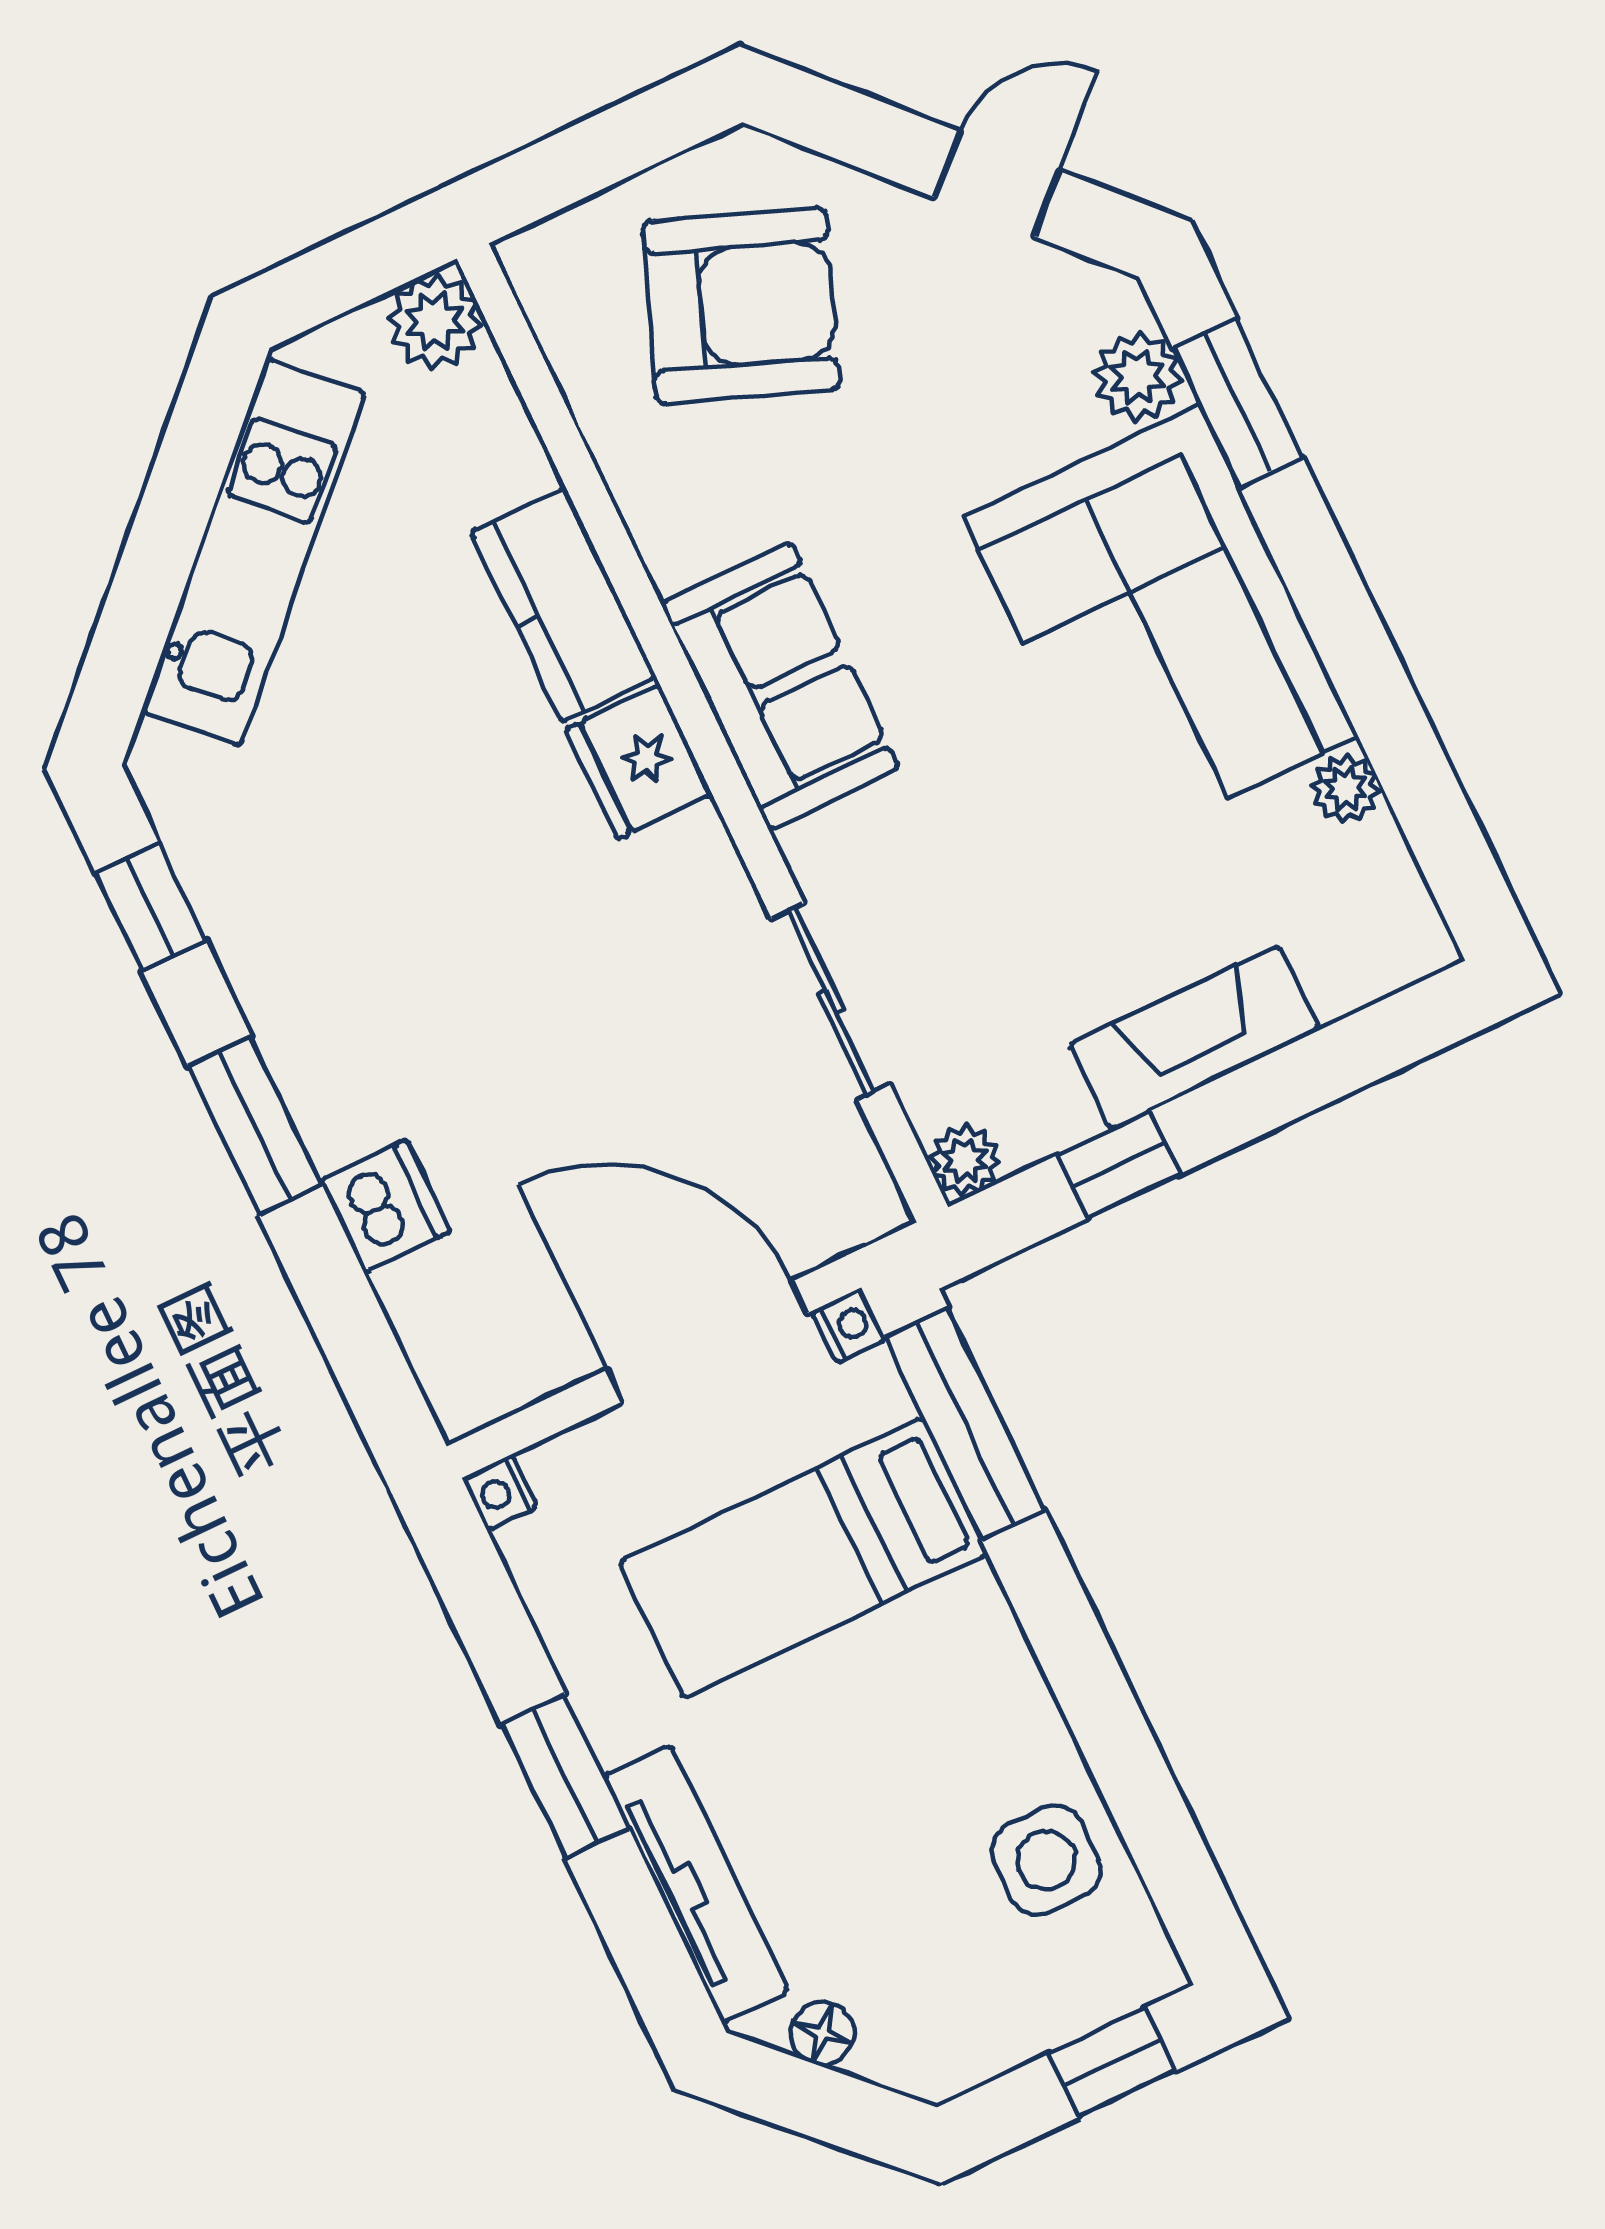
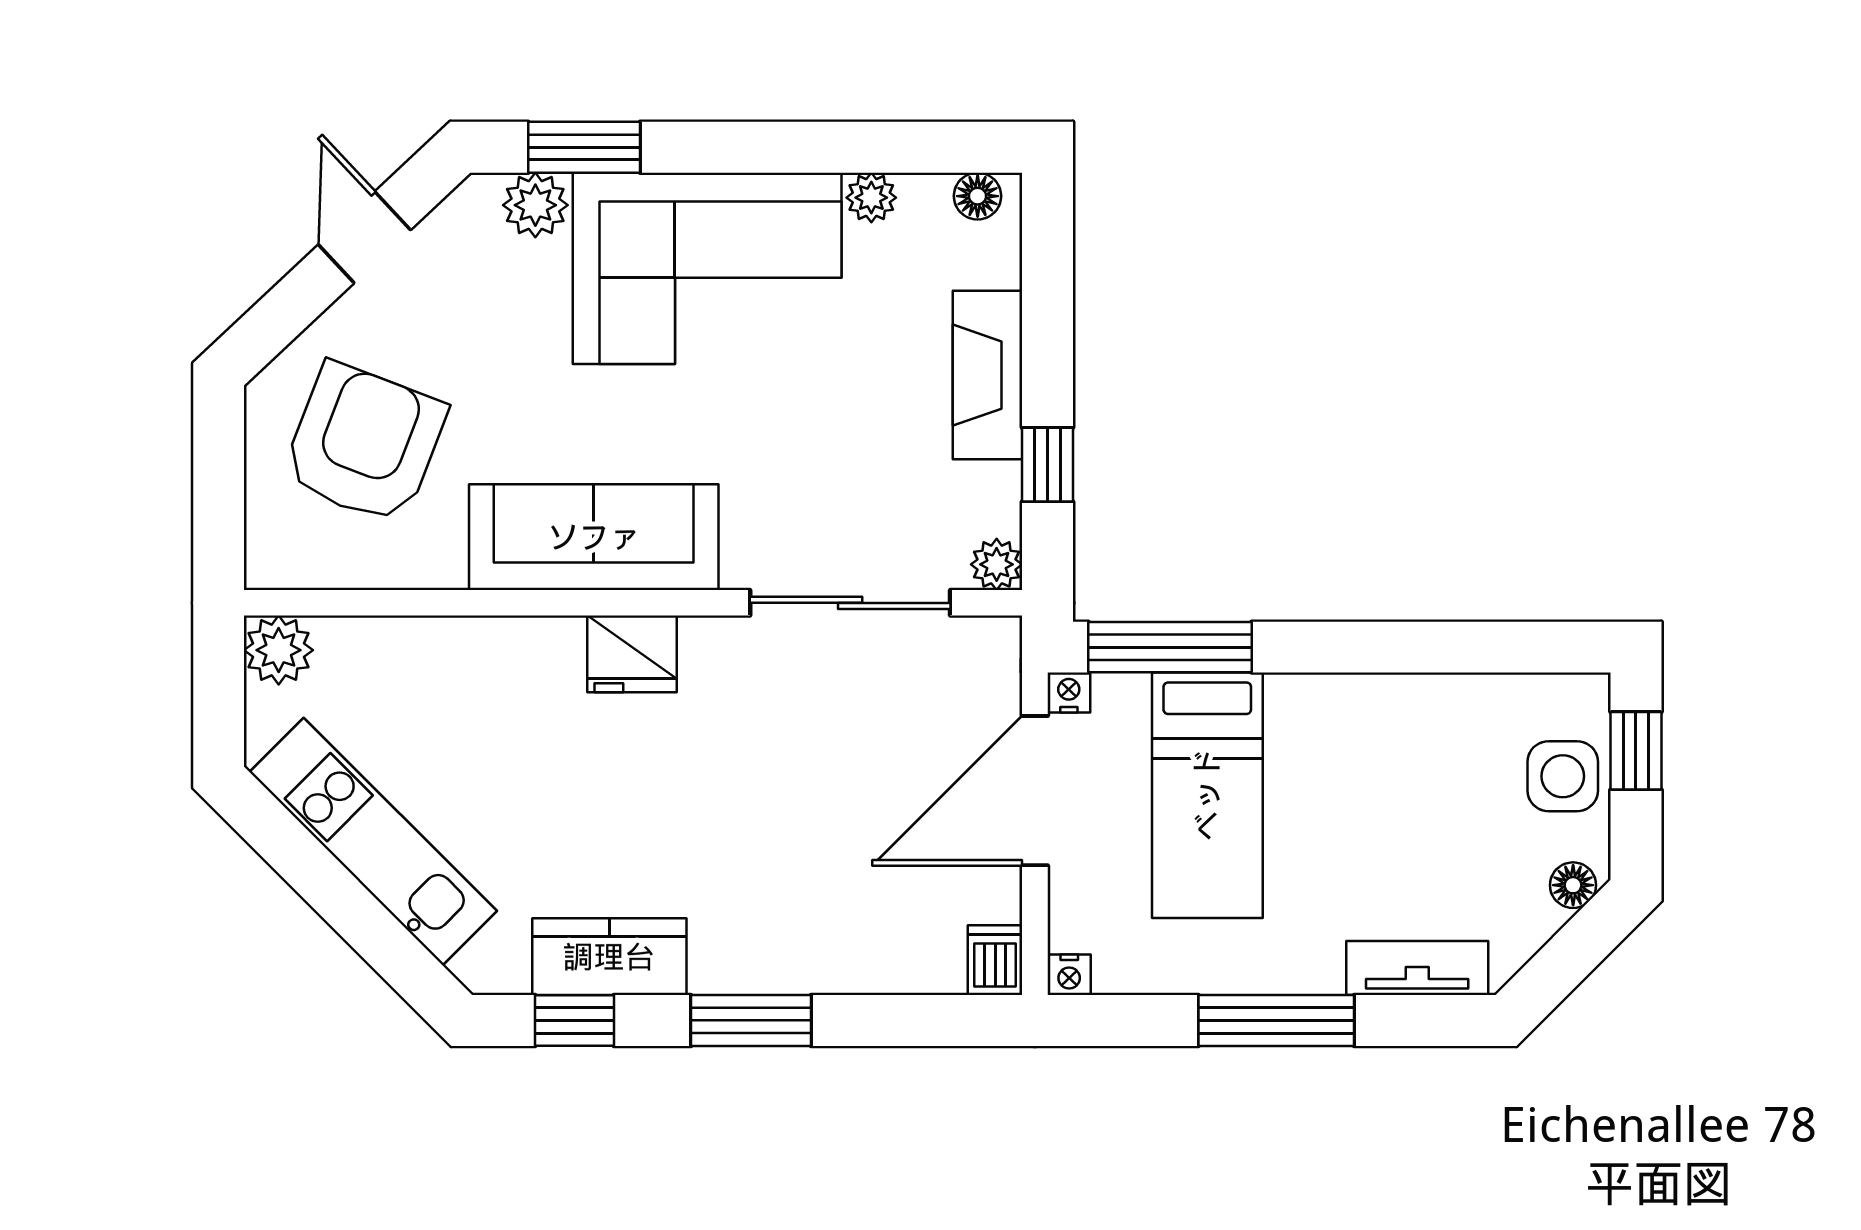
kitchen counter: (564, 605) -> (609, 957), moved, turned 180
sofa: (780, 686) -> (594, 537), width x1.36
floor lamp: (1410, 919) -> (978, 196), added
sliding door: (831, 1002) -> (850, 603), width x1.37
dishwasher: (385, 1206) -> (995, 960), moved, width x0.73
window: (565, 1776) -> (1276, 1020), width x1.44
side table: (1046, 1860) -> (1563, 776), moved
tv unit: (696, 1884) -> (1417, 968), width x0.71
floor lamp: (822, 2033) -> (1573, 885), moved

